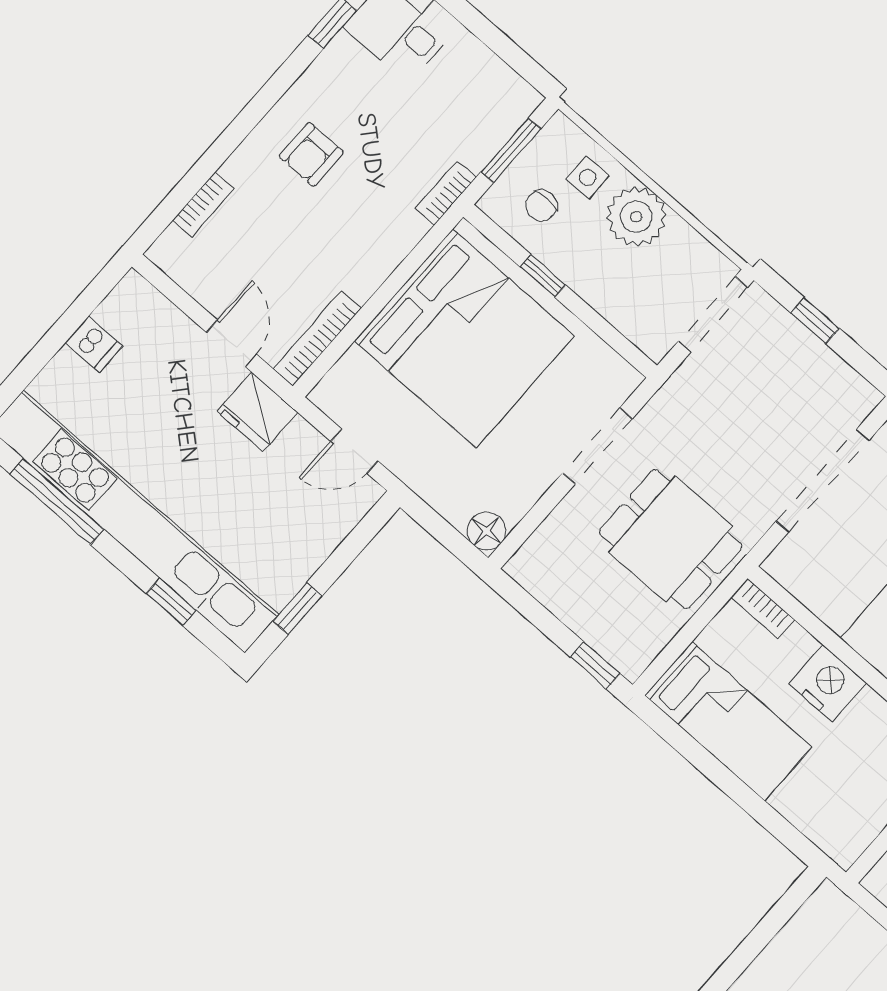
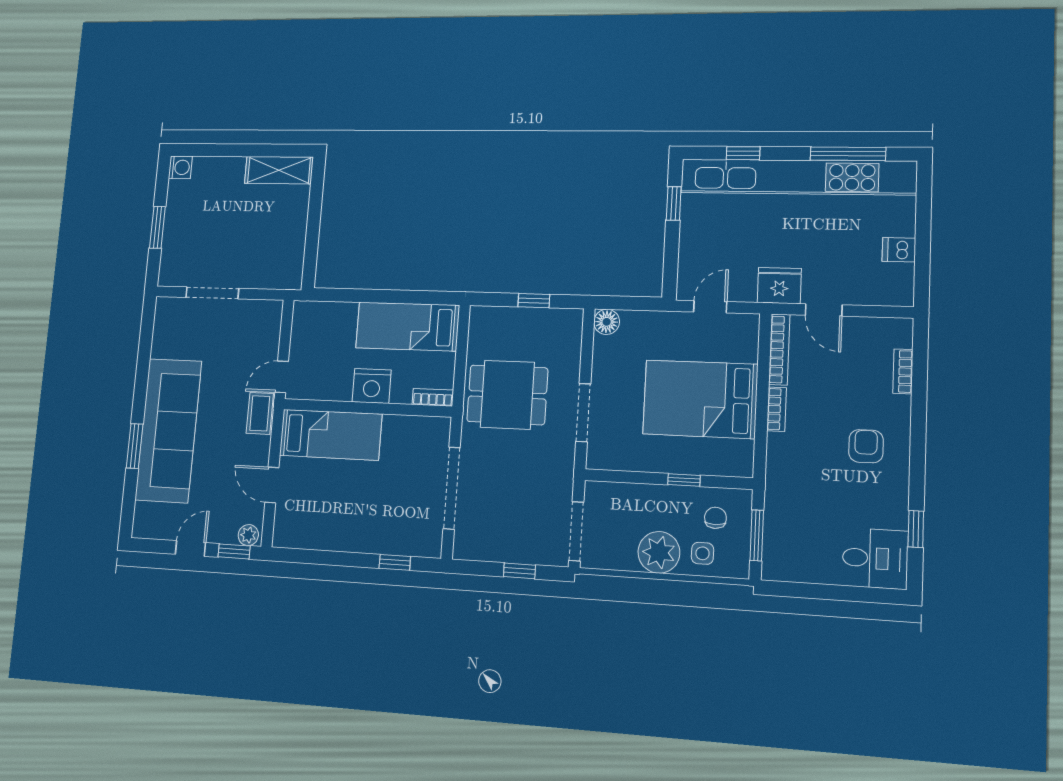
bookcase: (446, 193) -> (777, 409), moved
bed: (464, 338) -> (700, 399), width x0.73
window: (595, 665) -> (534, 301), moved

